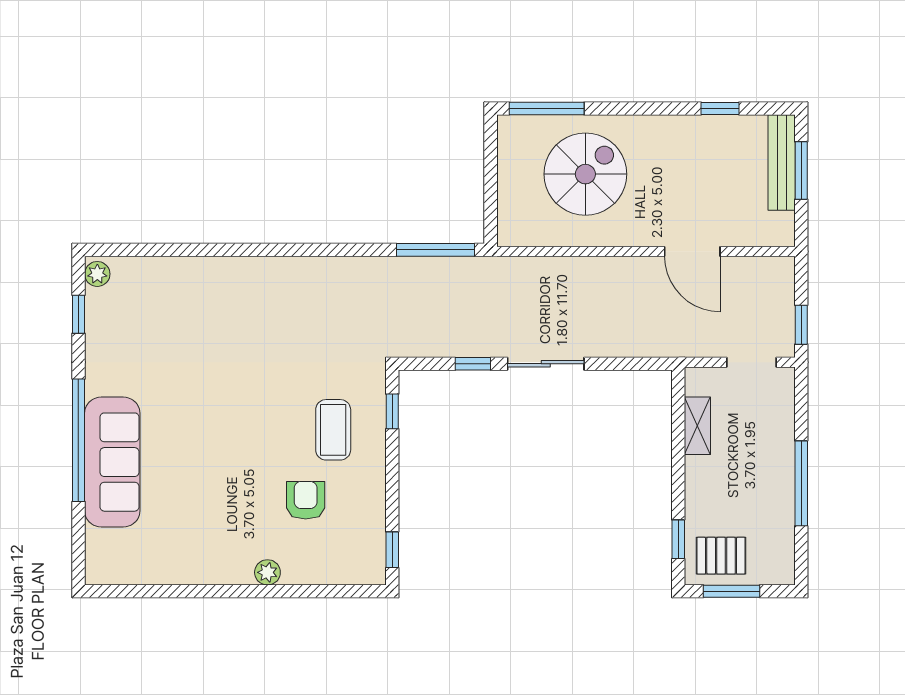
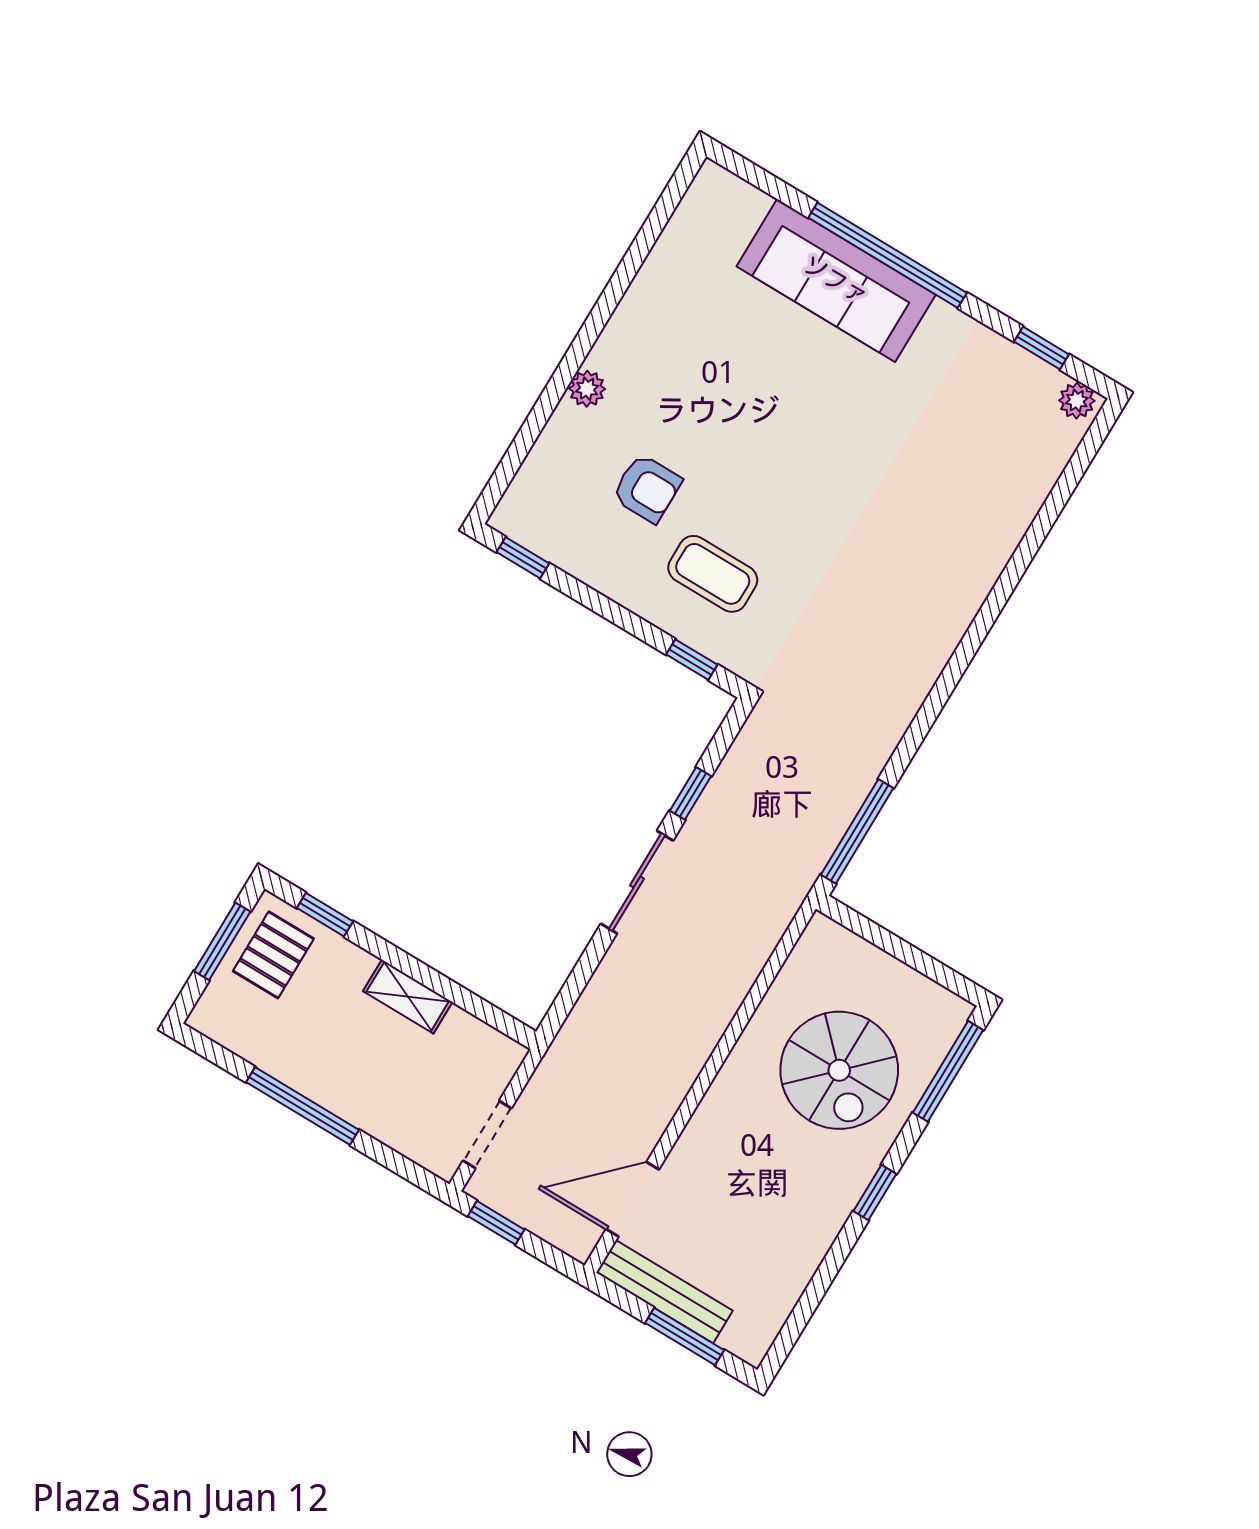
window: (720, 108) -> (875, 1193), moved
bench: (782, 163) -> (664, 1292), moved
door: (692, 251) -> (633, 1199), moved
shelving: (697, 426) -> (408, 996), moved

